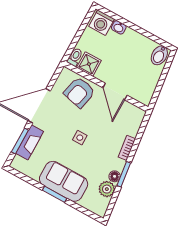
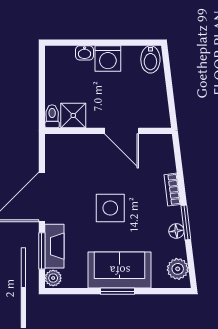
washing machine: (102, 23) -> (108, 59), moved
armchair: (79, 92) -> (80, 155), removed
side table: (80, 138) -> (110, 208), width x1.87, depth x1.87
plant: (17, 163) -> (53, 278), added
plant: (107, 189) -> (178, 269), moved

